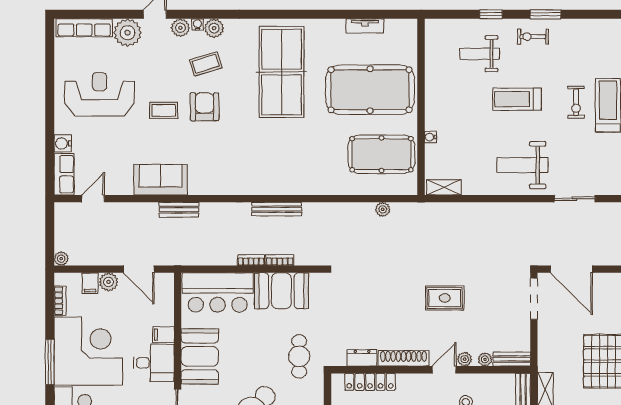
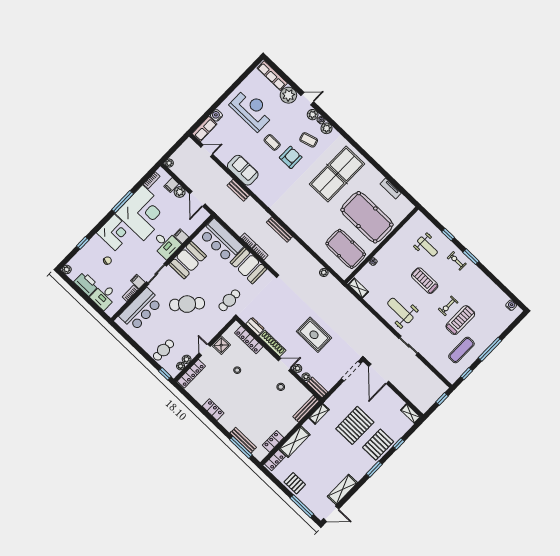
weight bench: (480, 54) -> (427, 247), turned 180
rug: (445, 298) -> (314, 335), width x1.36, depth x1.43

